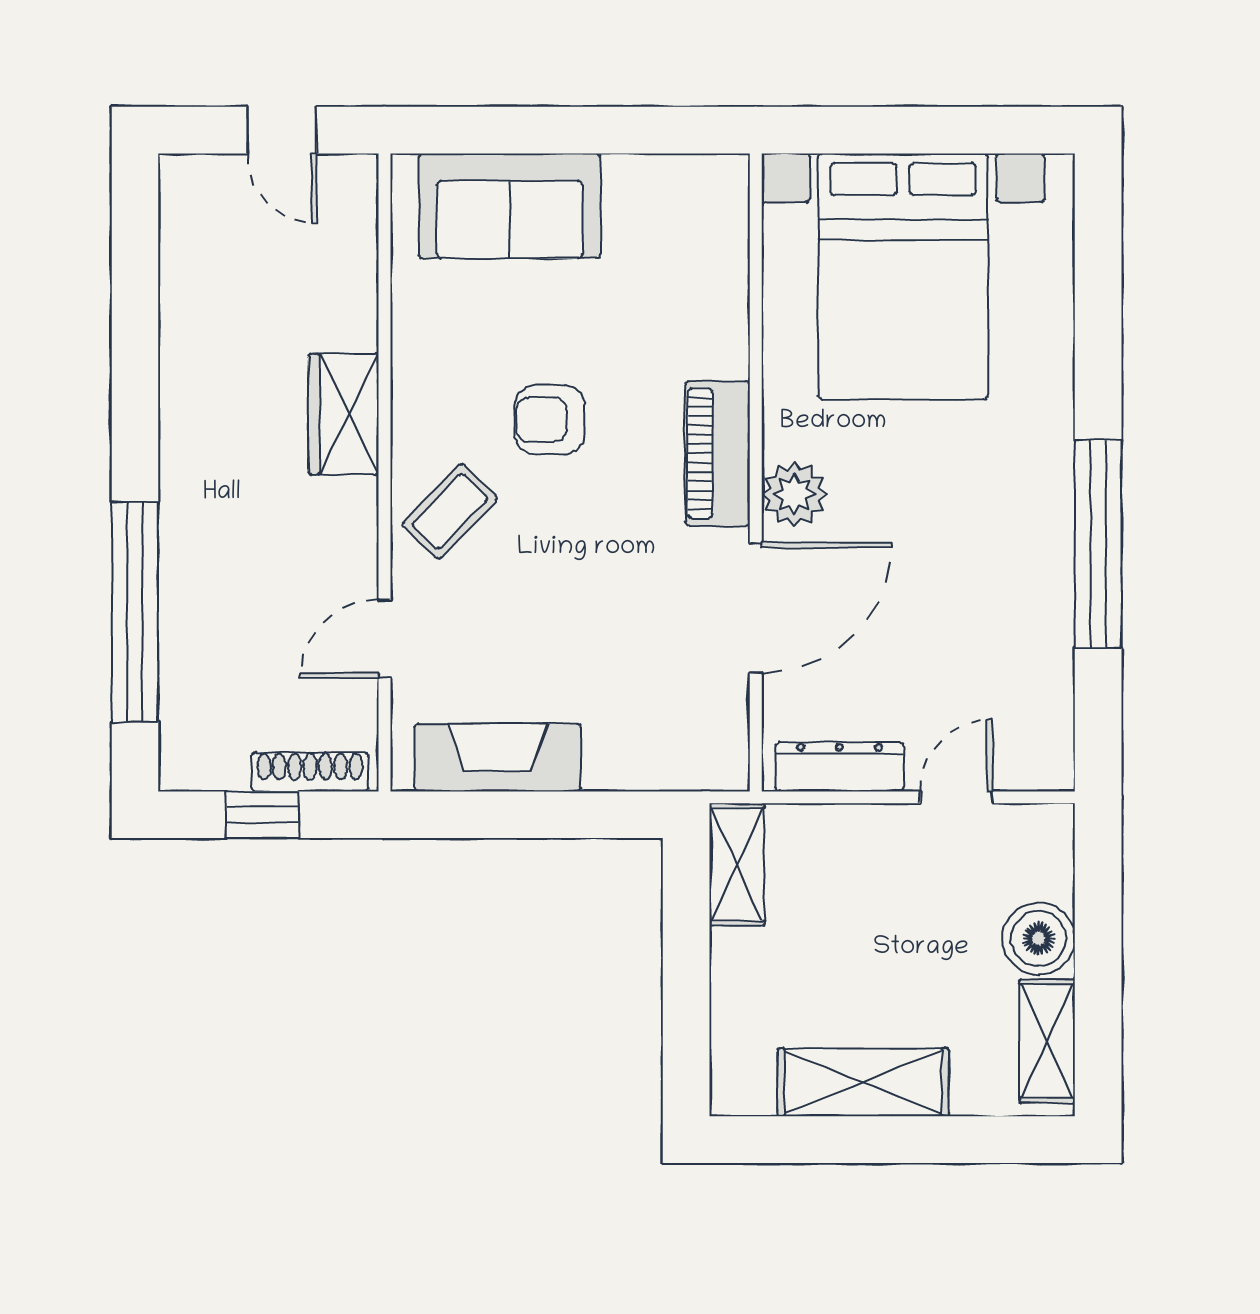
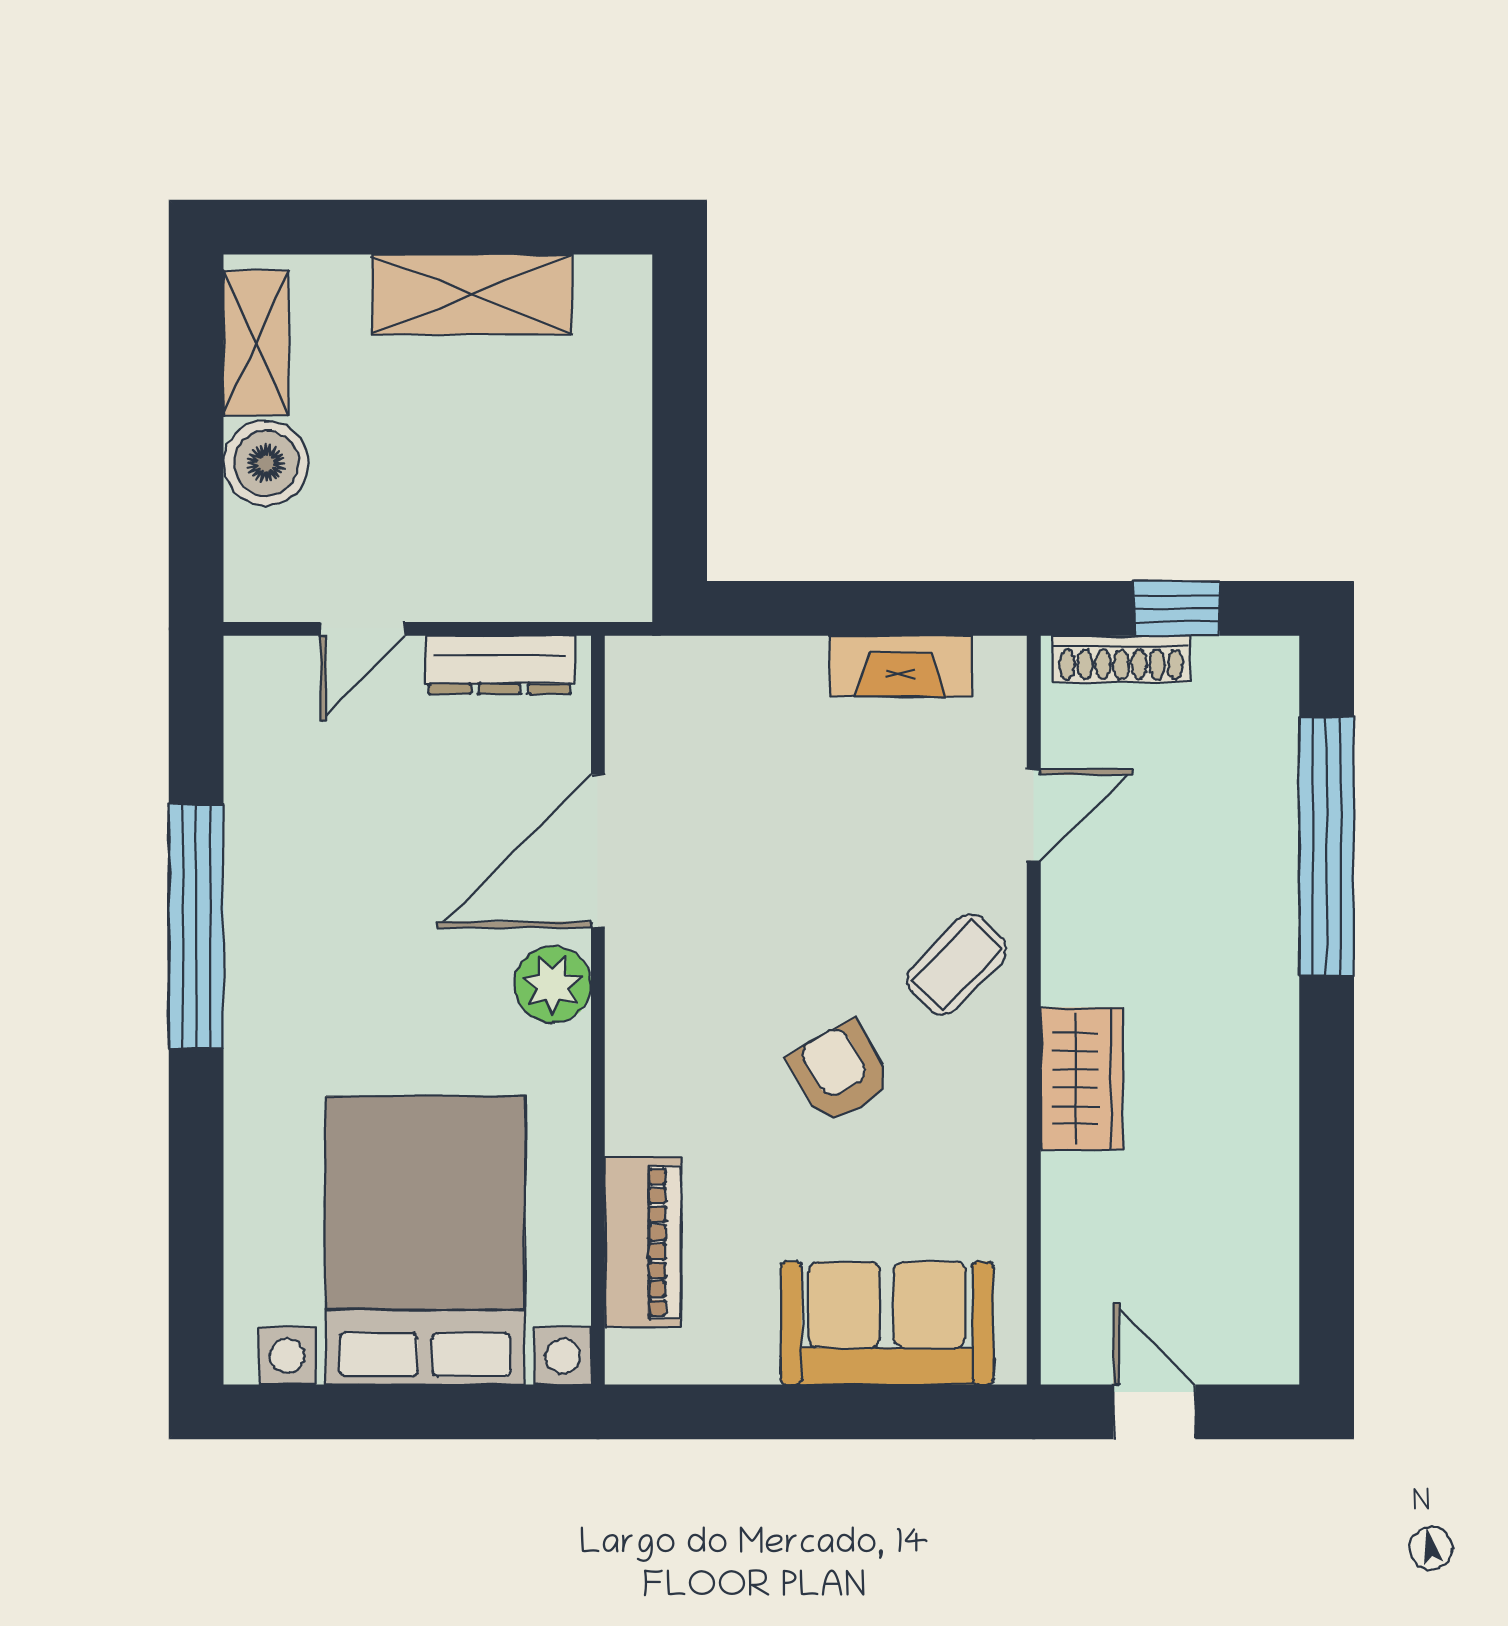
armchair: (550, 420) -> (840, 1072), turned -120
piano: (718, 453) -> (643, 1242), moved
fireplace: (498, 757) -> (901, 666), width x0.73, depth x0.76
shelving: (737, 864) -> (620, 550), removed

